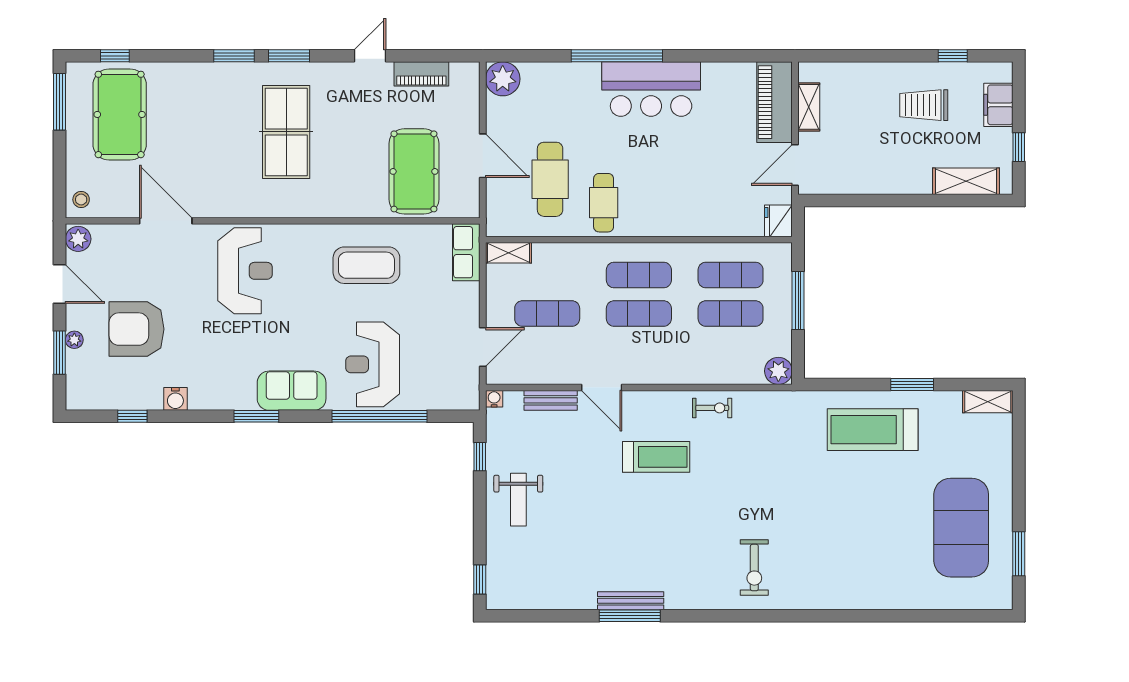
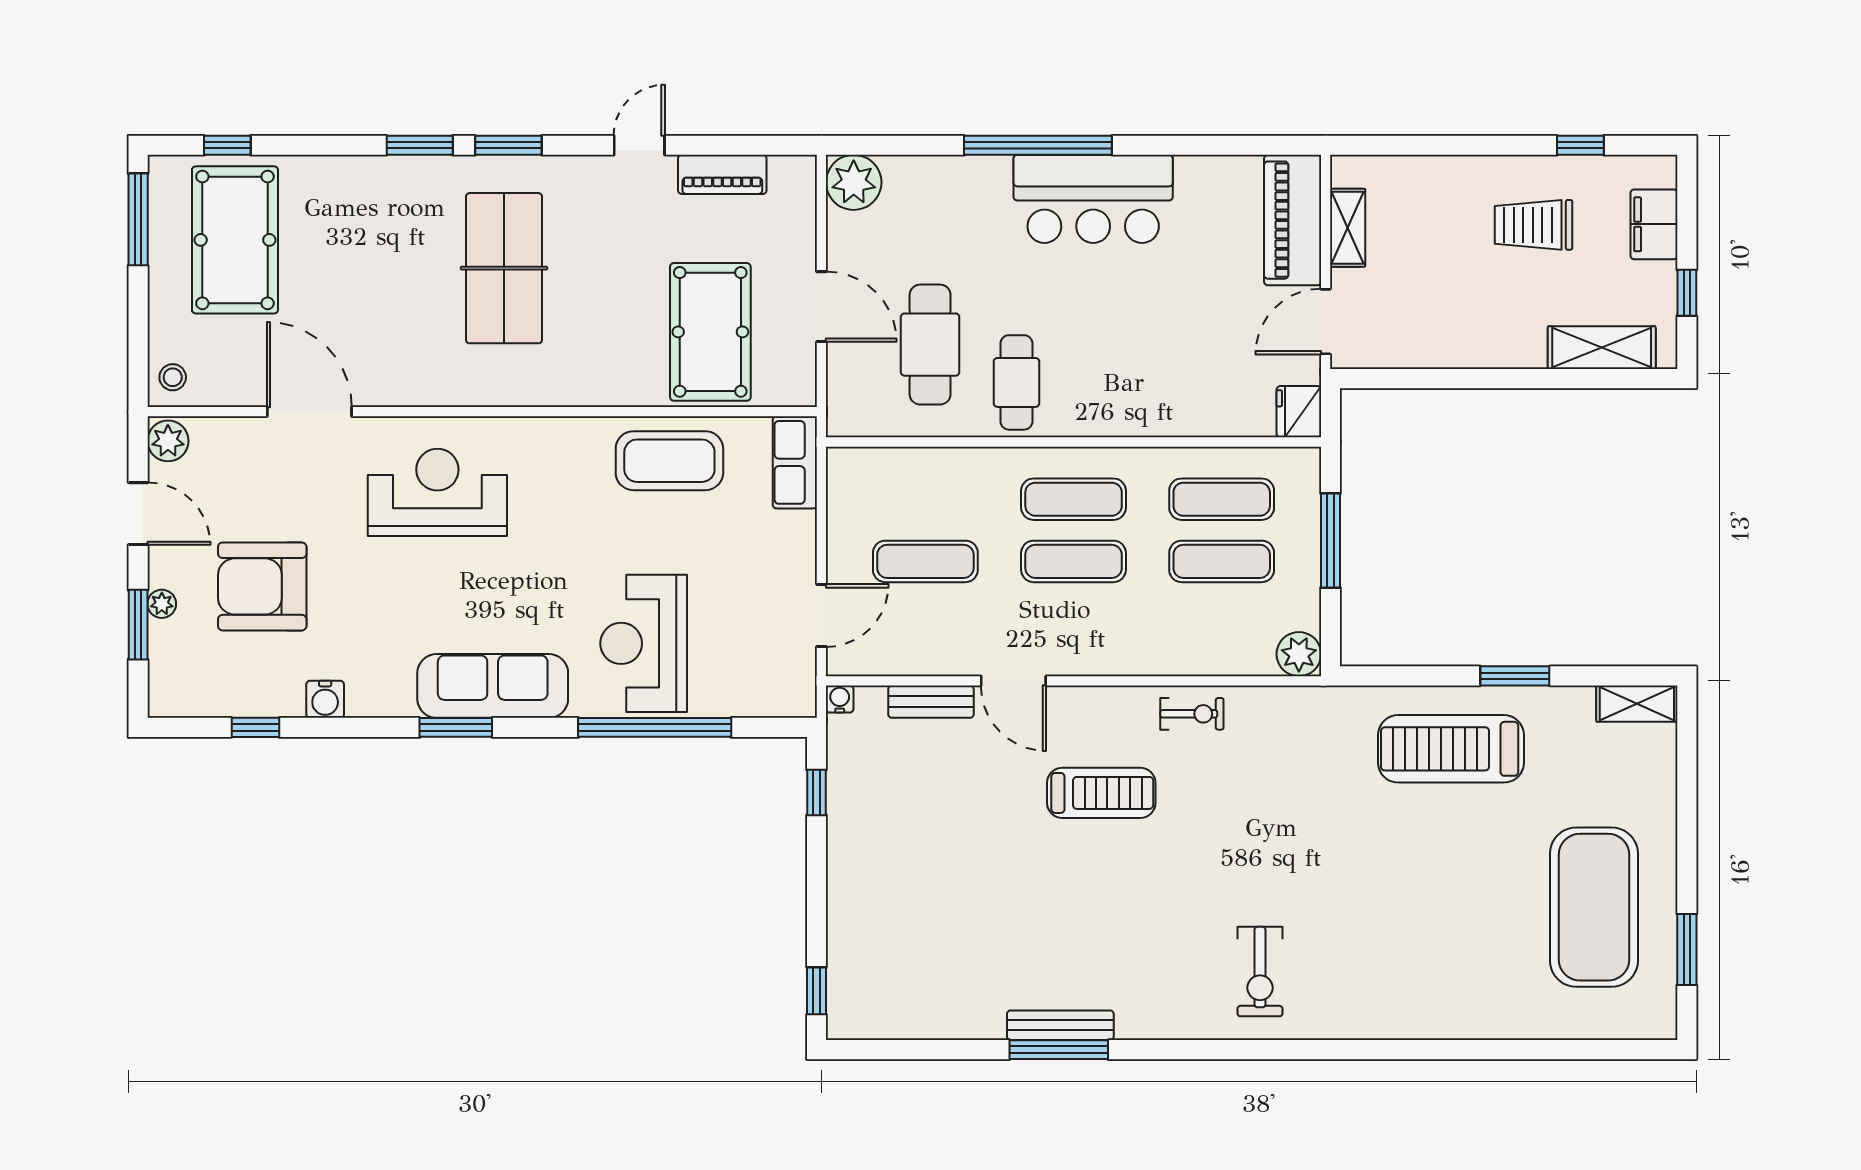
shelving: (509, 253) -> (863, 463), removed
coffee table: (366, 265) -> (669, 461), moved
reception desk: (245, 271) -> (437, 492), turned -90
sofa: (292, 391) -> (493, 686), width x1.36
weight bench: (518, 500) -> (879, 862), removed

